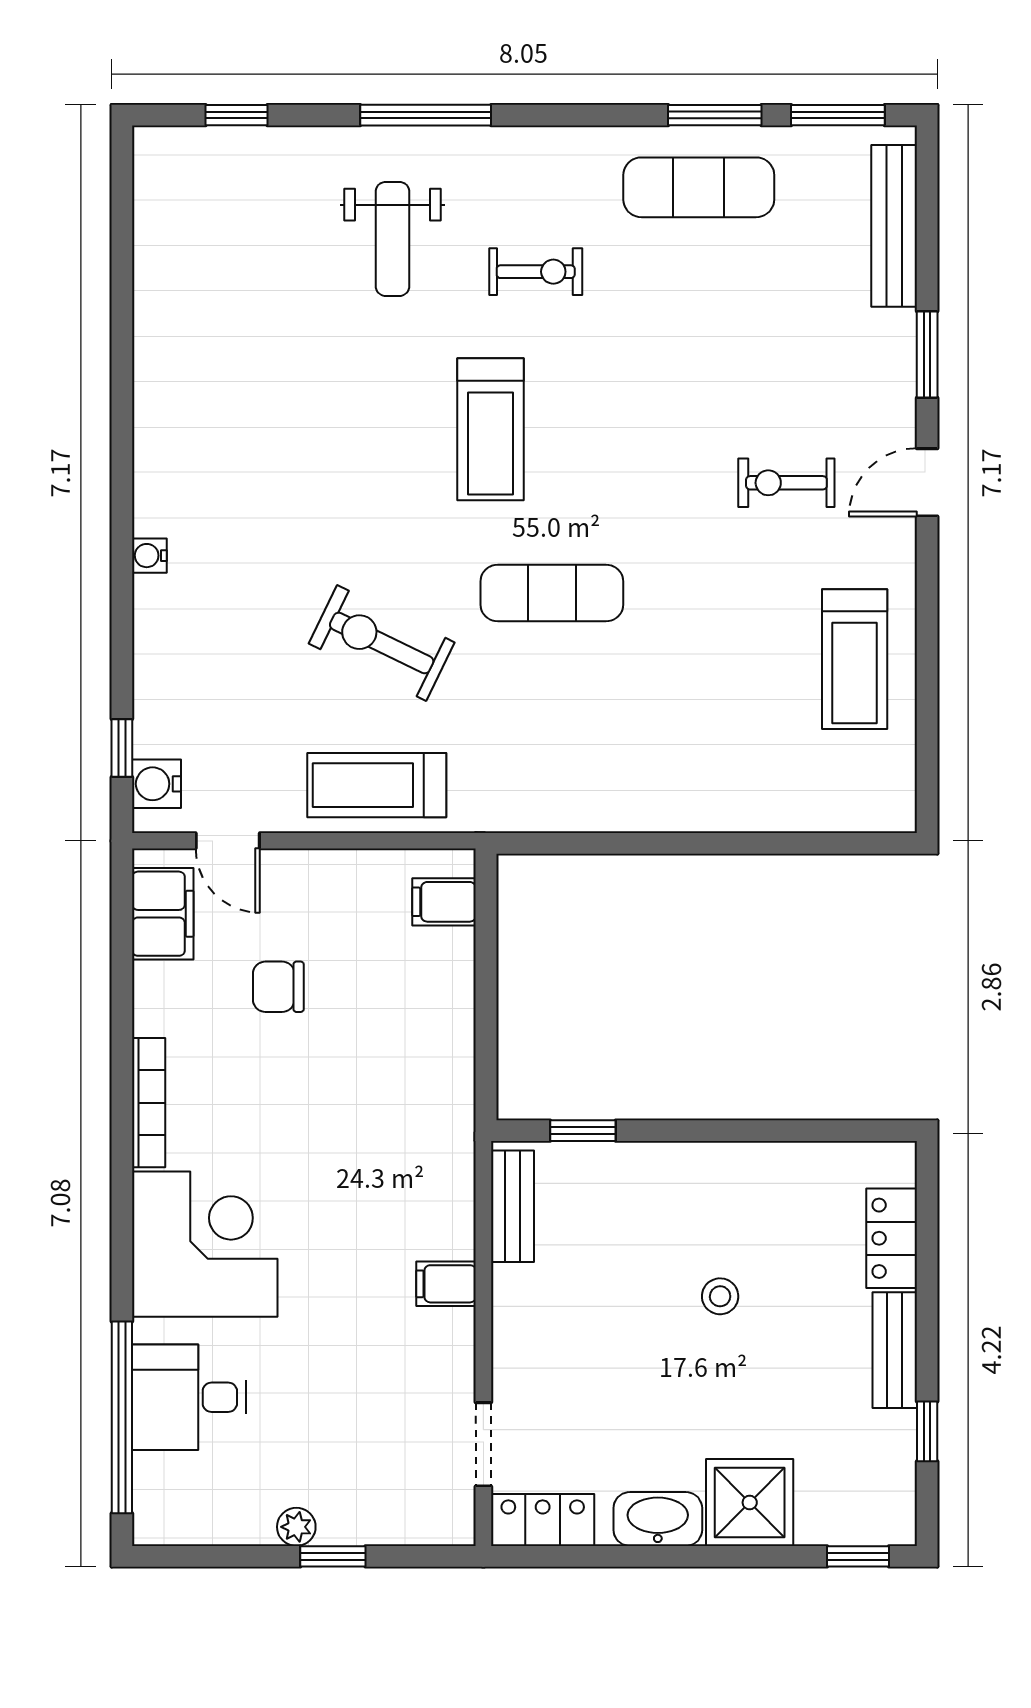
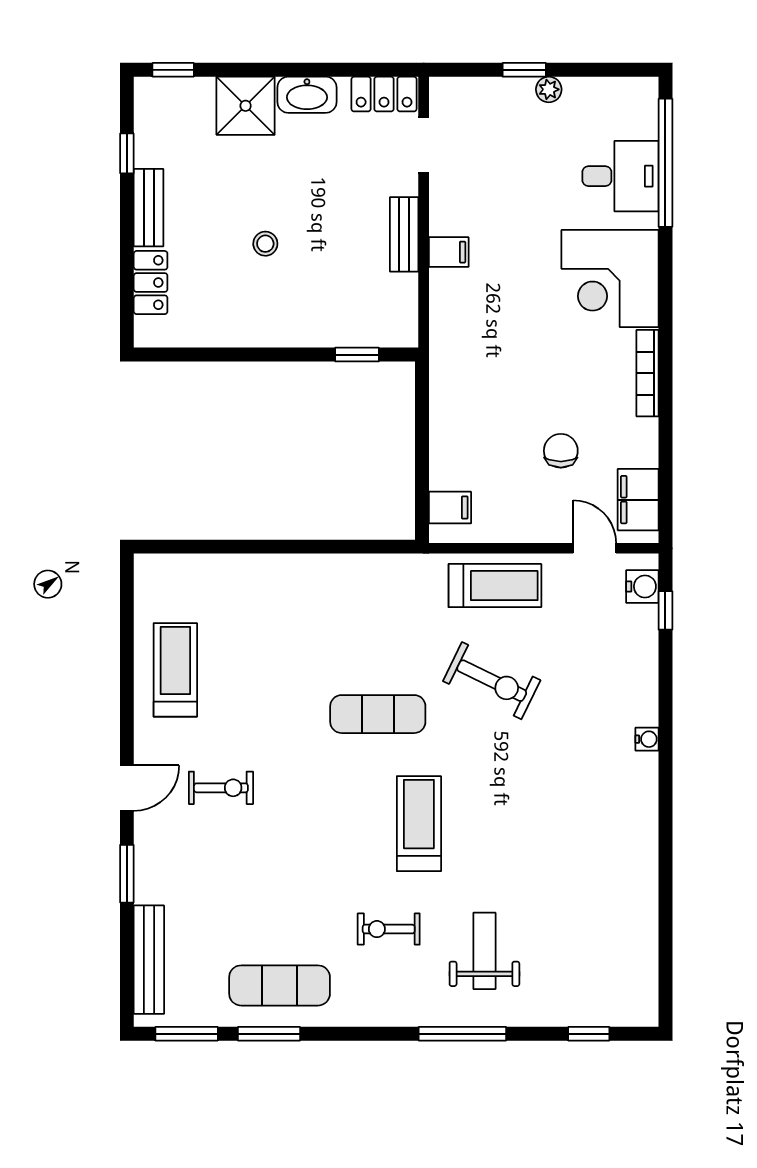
chair: (278, 987) -> (561, 451), turned -90
bench: (512, 1206) -> (404, 234), moved

